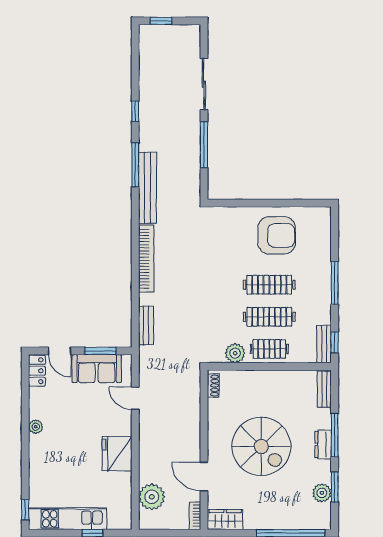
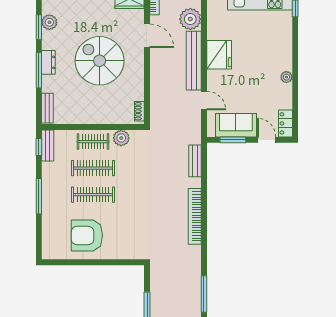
bench: (148, 188) -> (194, 61), moved

